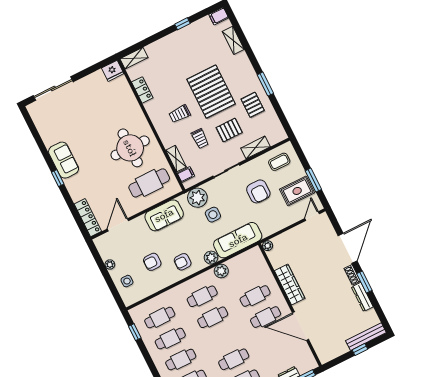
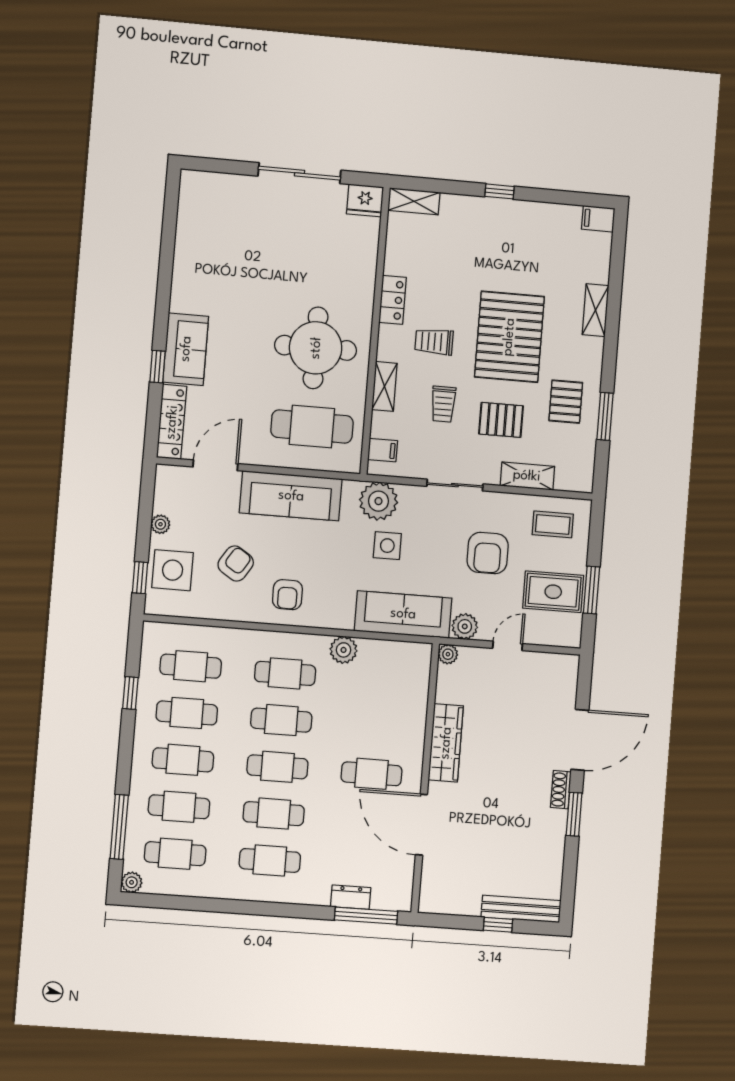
window: (182, 24) -> (500, 191), moved
shelving: (233, 40) -> (596, 310), moved
window: (265, 84) -> (605, 416), moved
sliding door: (53, 89) -> (300, 173), moved
locker: (142, 90) -> (393, 300), moved
shelving: (176, 159) -> (384, 386), moved
sofa: (64, 160) -> (186, 349), moved
window: (58, 178) -> (158, 367), moved
sofa: (164, 215) -> (291, 496), width x1.36
door: (312, 216) -> (508, 646), moved
plant: (211, 258) -> (465, 626), moved
armchair: (152, 262) -> (236, 564), turned 123
armchair: (183, 262) -> (287, 595), turned -90
side table: (127, 281) -> (173, 570), width x1.87, depth x1.87
window: (115, 293) -> (140, 578), added
cafe table: (255, 296) -> (277, 767), moved
dresser: (362, 297) -> (555, 837), removed
window: (135, 332) -> (130, 693), moved

